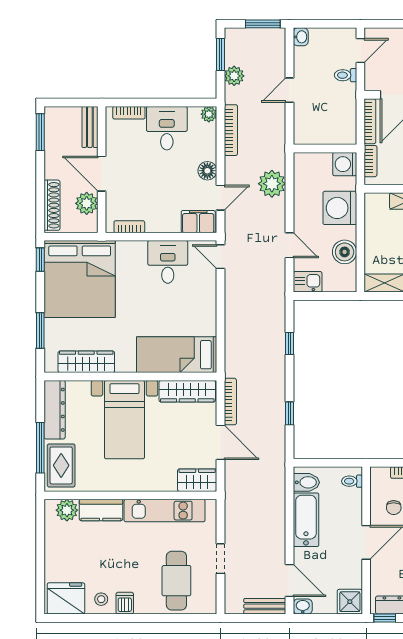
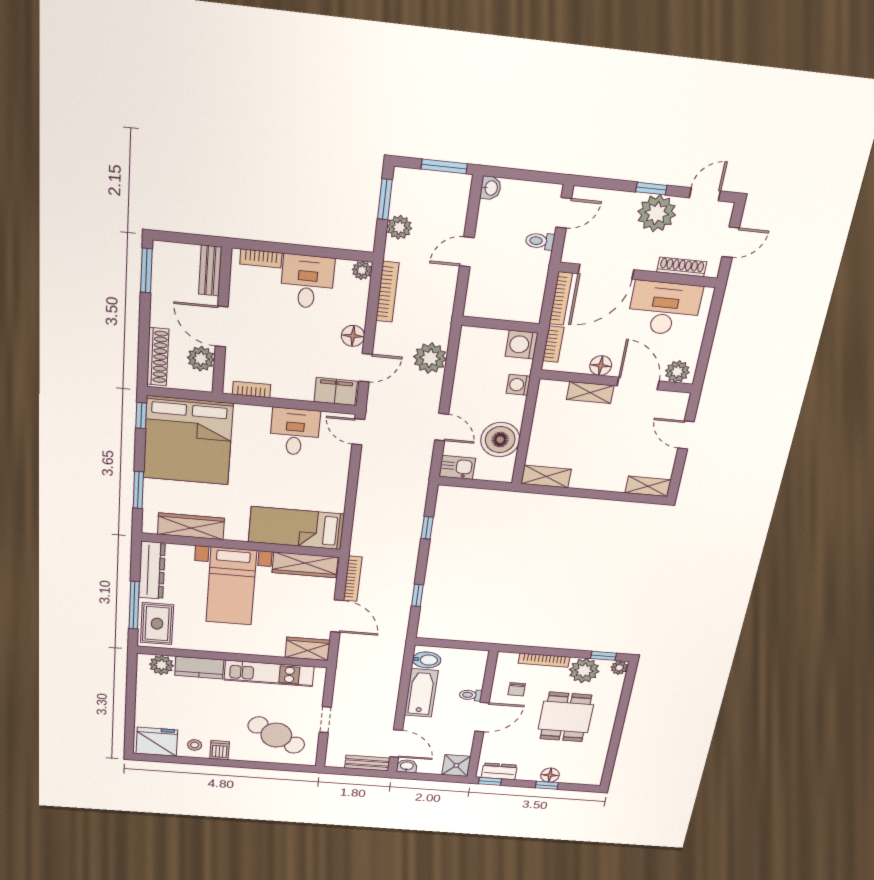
washing machine: (340, 208) -> (518, 385), width x0.53, depth x0.53
boiler: (345, 252) -> (500, 440), width x1.37, depth x1.37
toilet: (352, 481) -> (471, 695), moved
cafe table: (176, 581) -> (276, 735), turned -60

